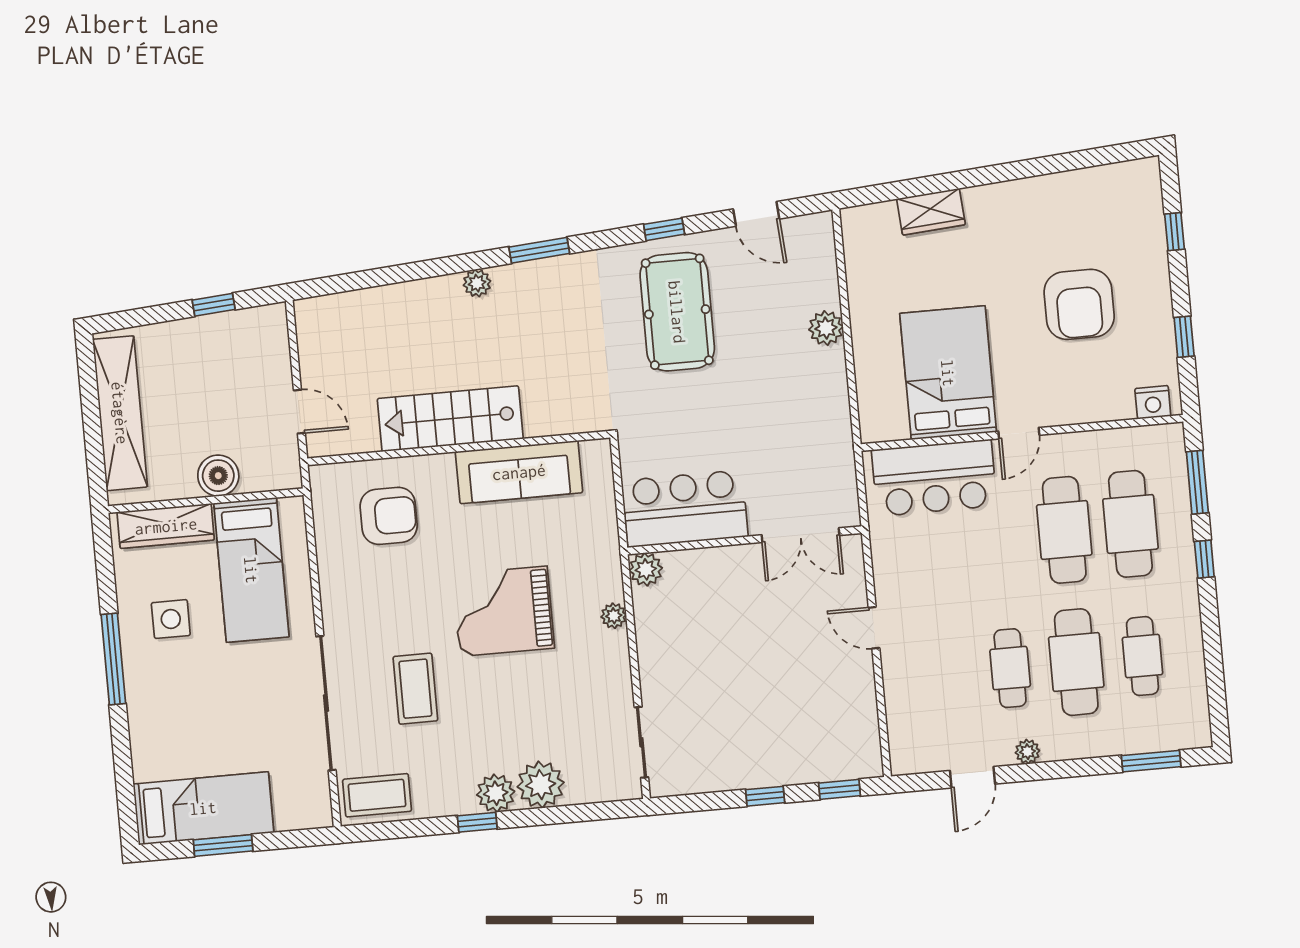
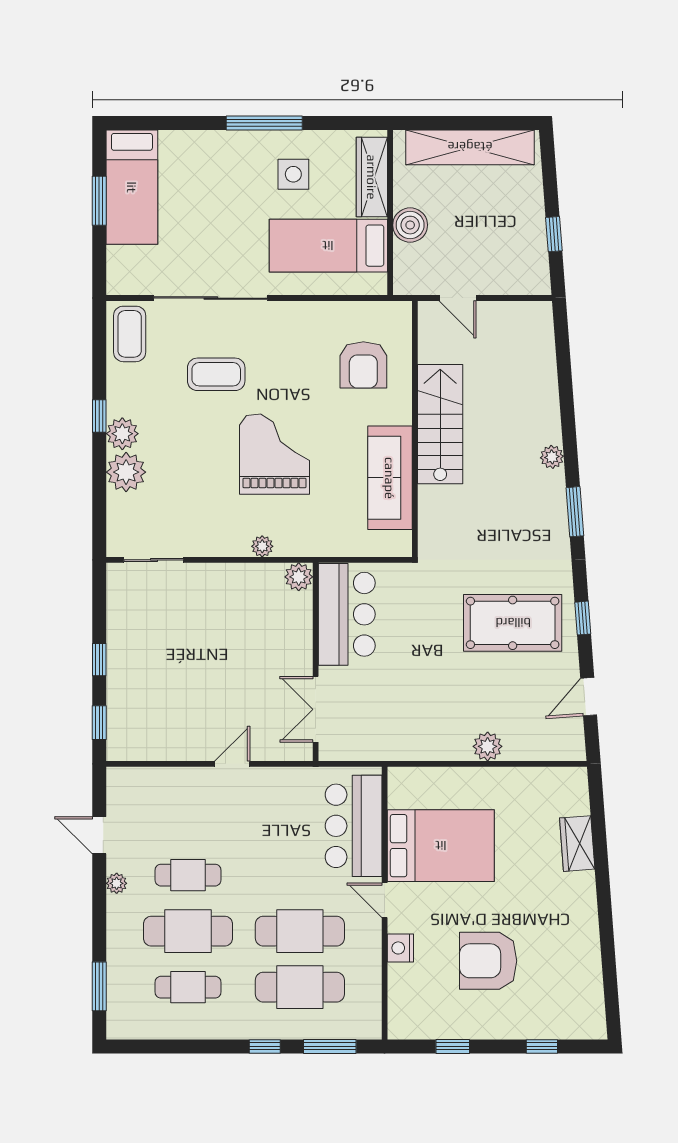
nightstand: (1153, 402) -> (400, 948), moved
door: (299, 412) -> (458, 298), hinge flipped

